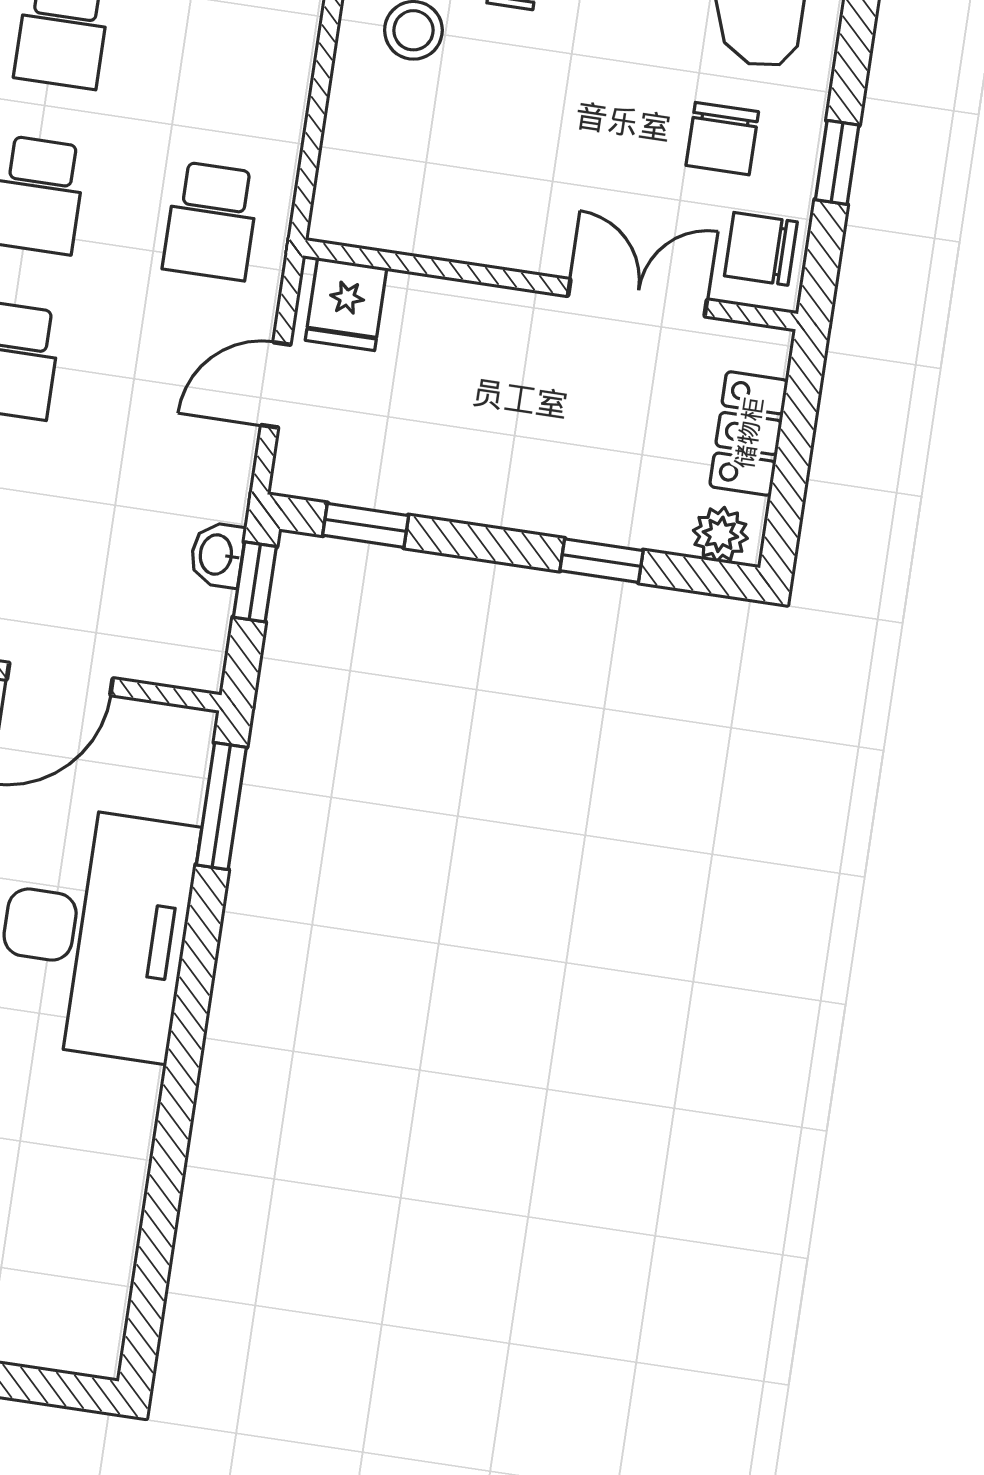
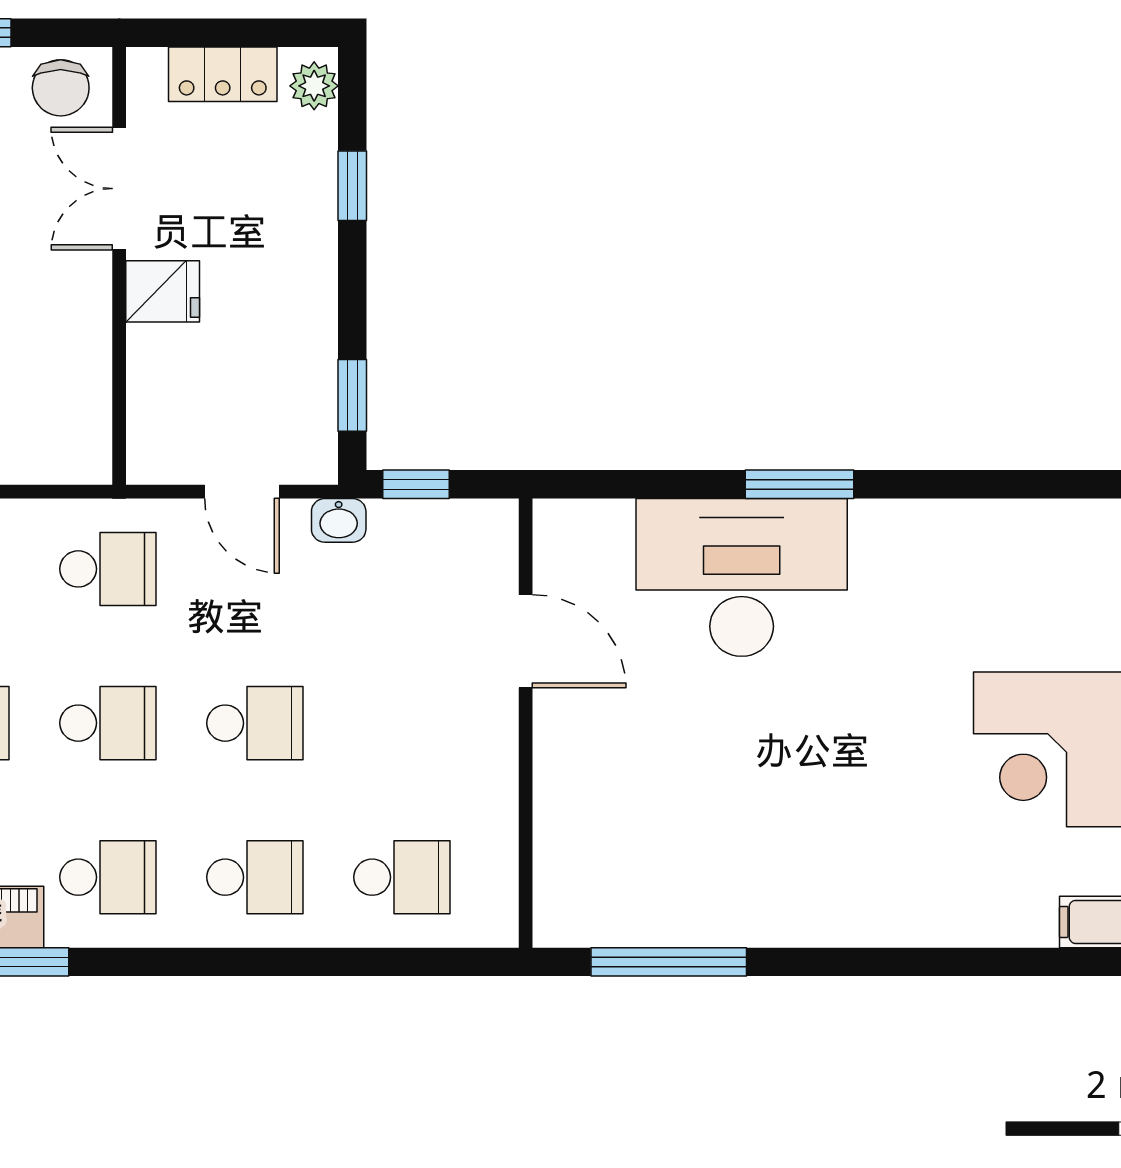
fridge: (346, 304) -> (163, 291), moved
washbasin: (217, 555) -> (339, 520), moved
window: (221, 806) -> (800, 484), moved

